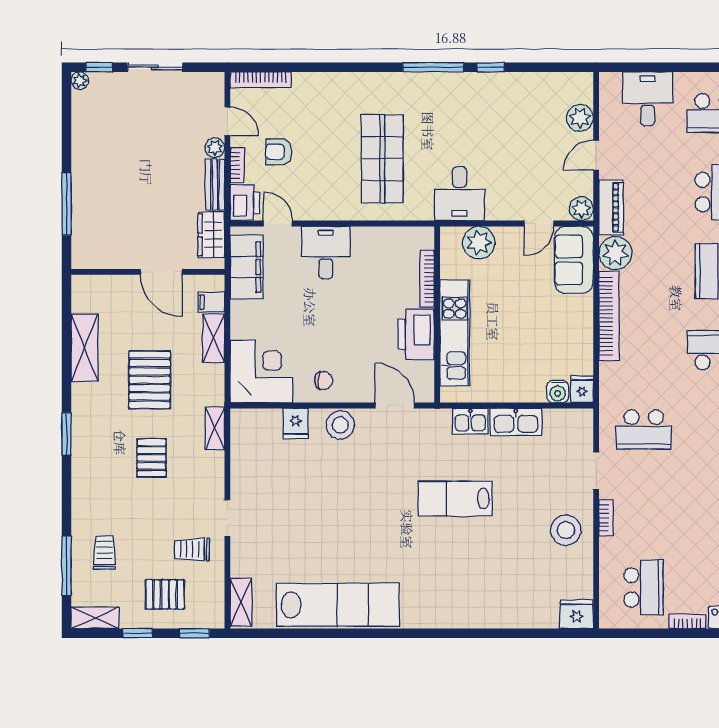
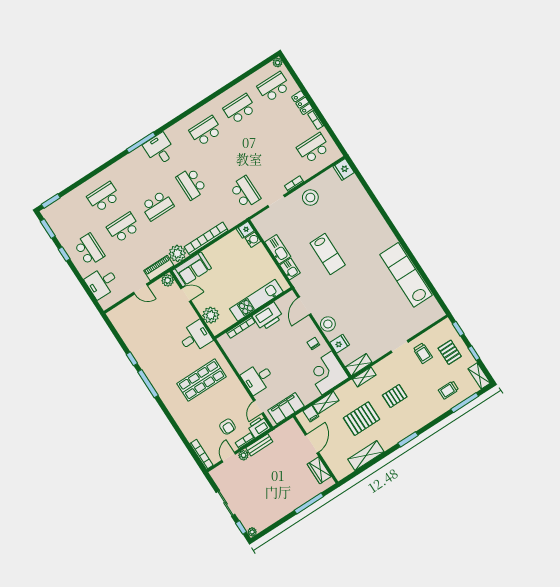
plant: (580, 118) -> (129, 306), removed
wardrobe: (211, 235) -> (319, 470), moved, turned 90
shelving: (241, 602) -> (359, 365), moved

